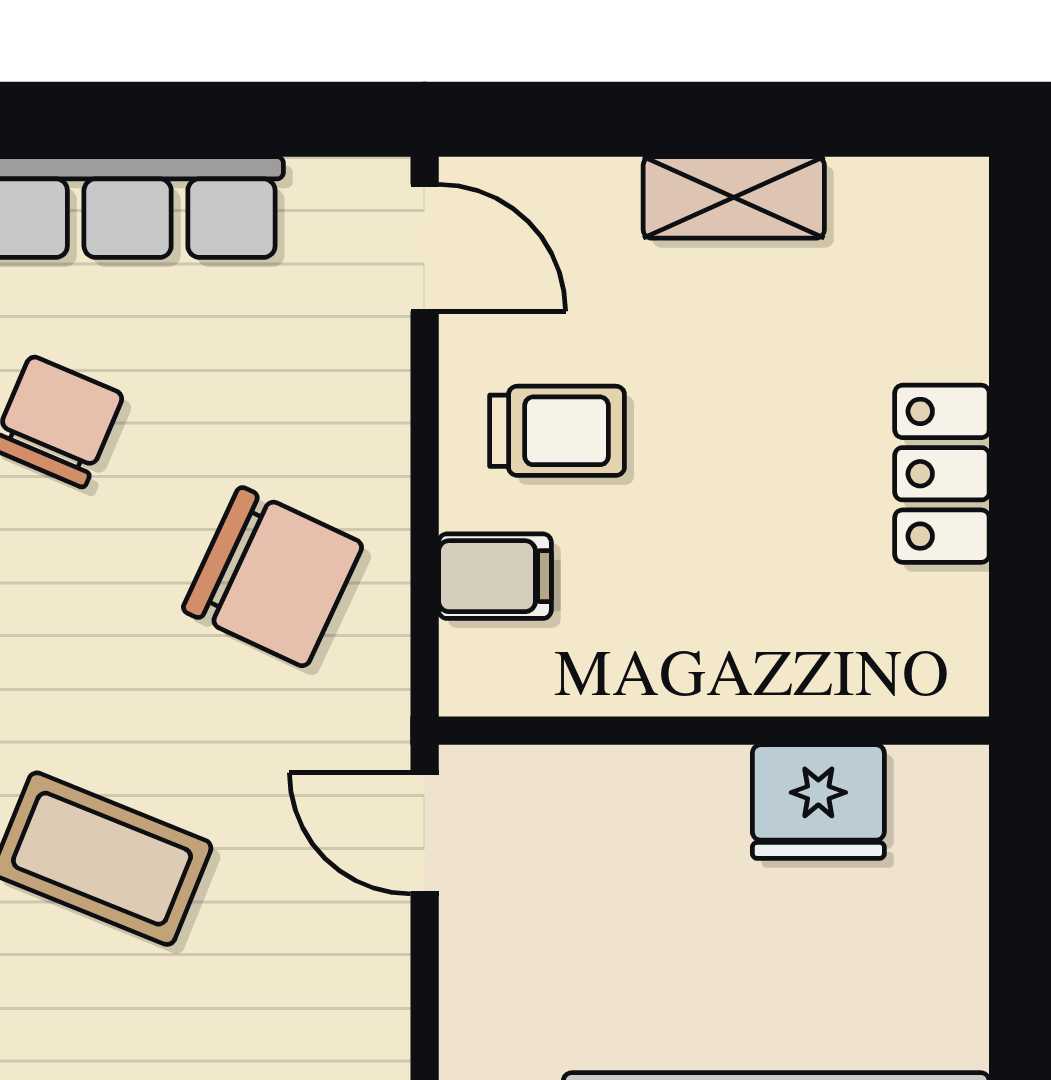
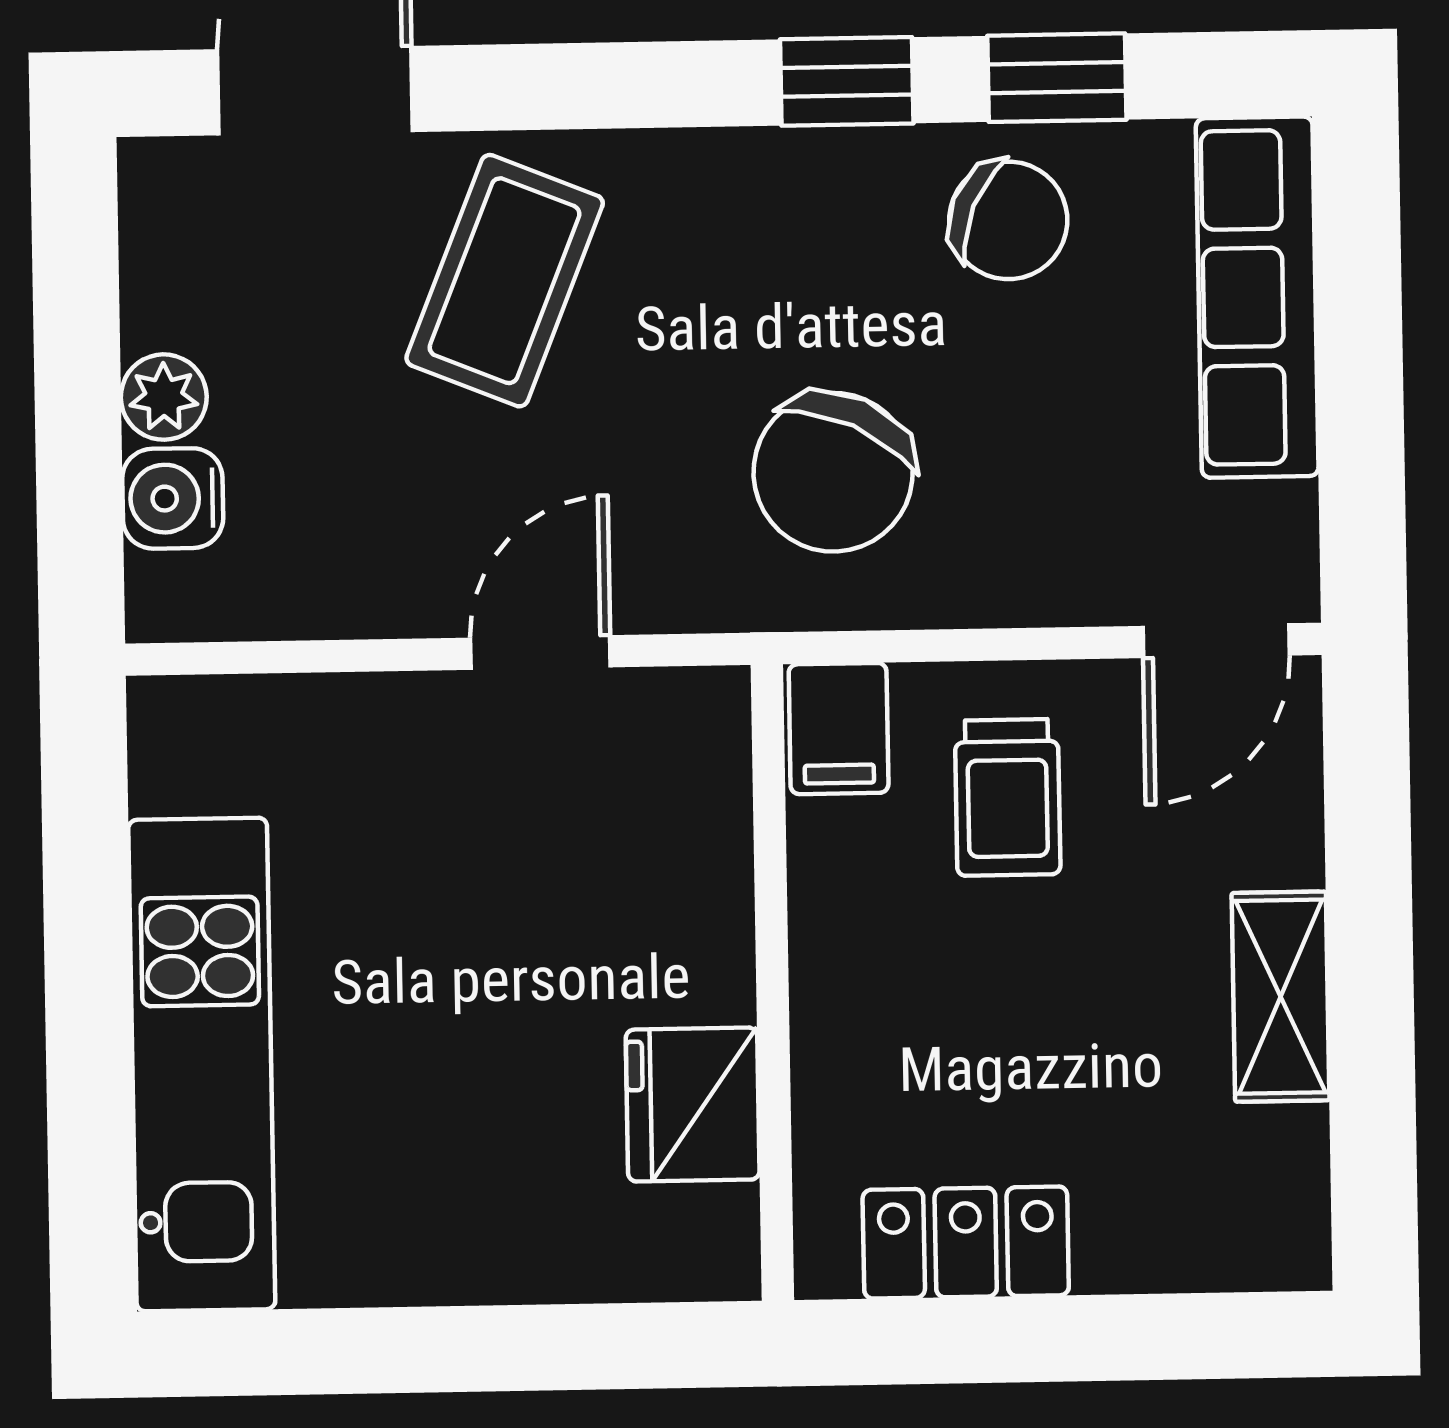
wall: (714, 731) -> (772, 983), moved
fridge: (818, 802) -> (693, 1105), moved

